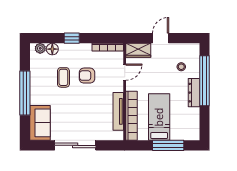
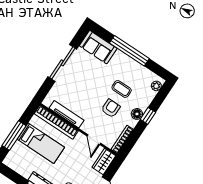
floor lamp: (52, 49) -> (137, 114), moved

